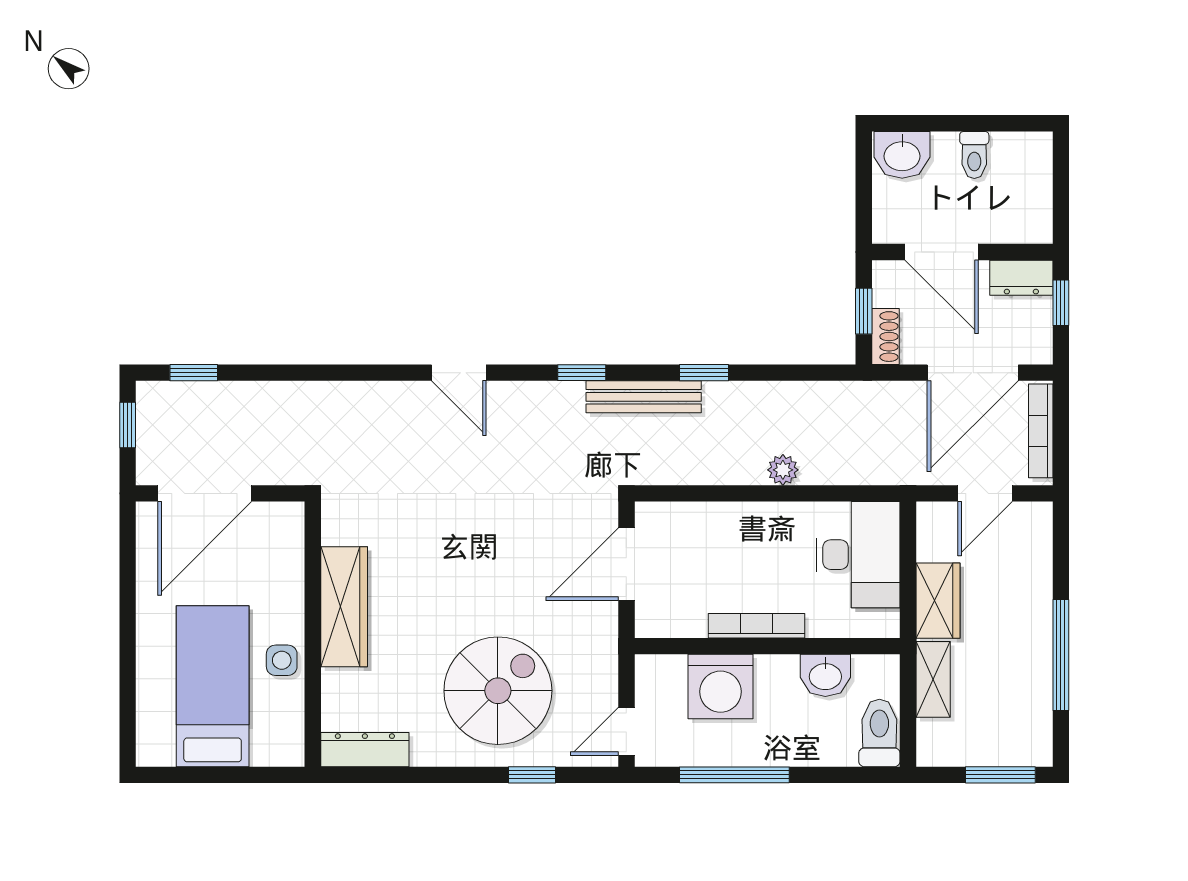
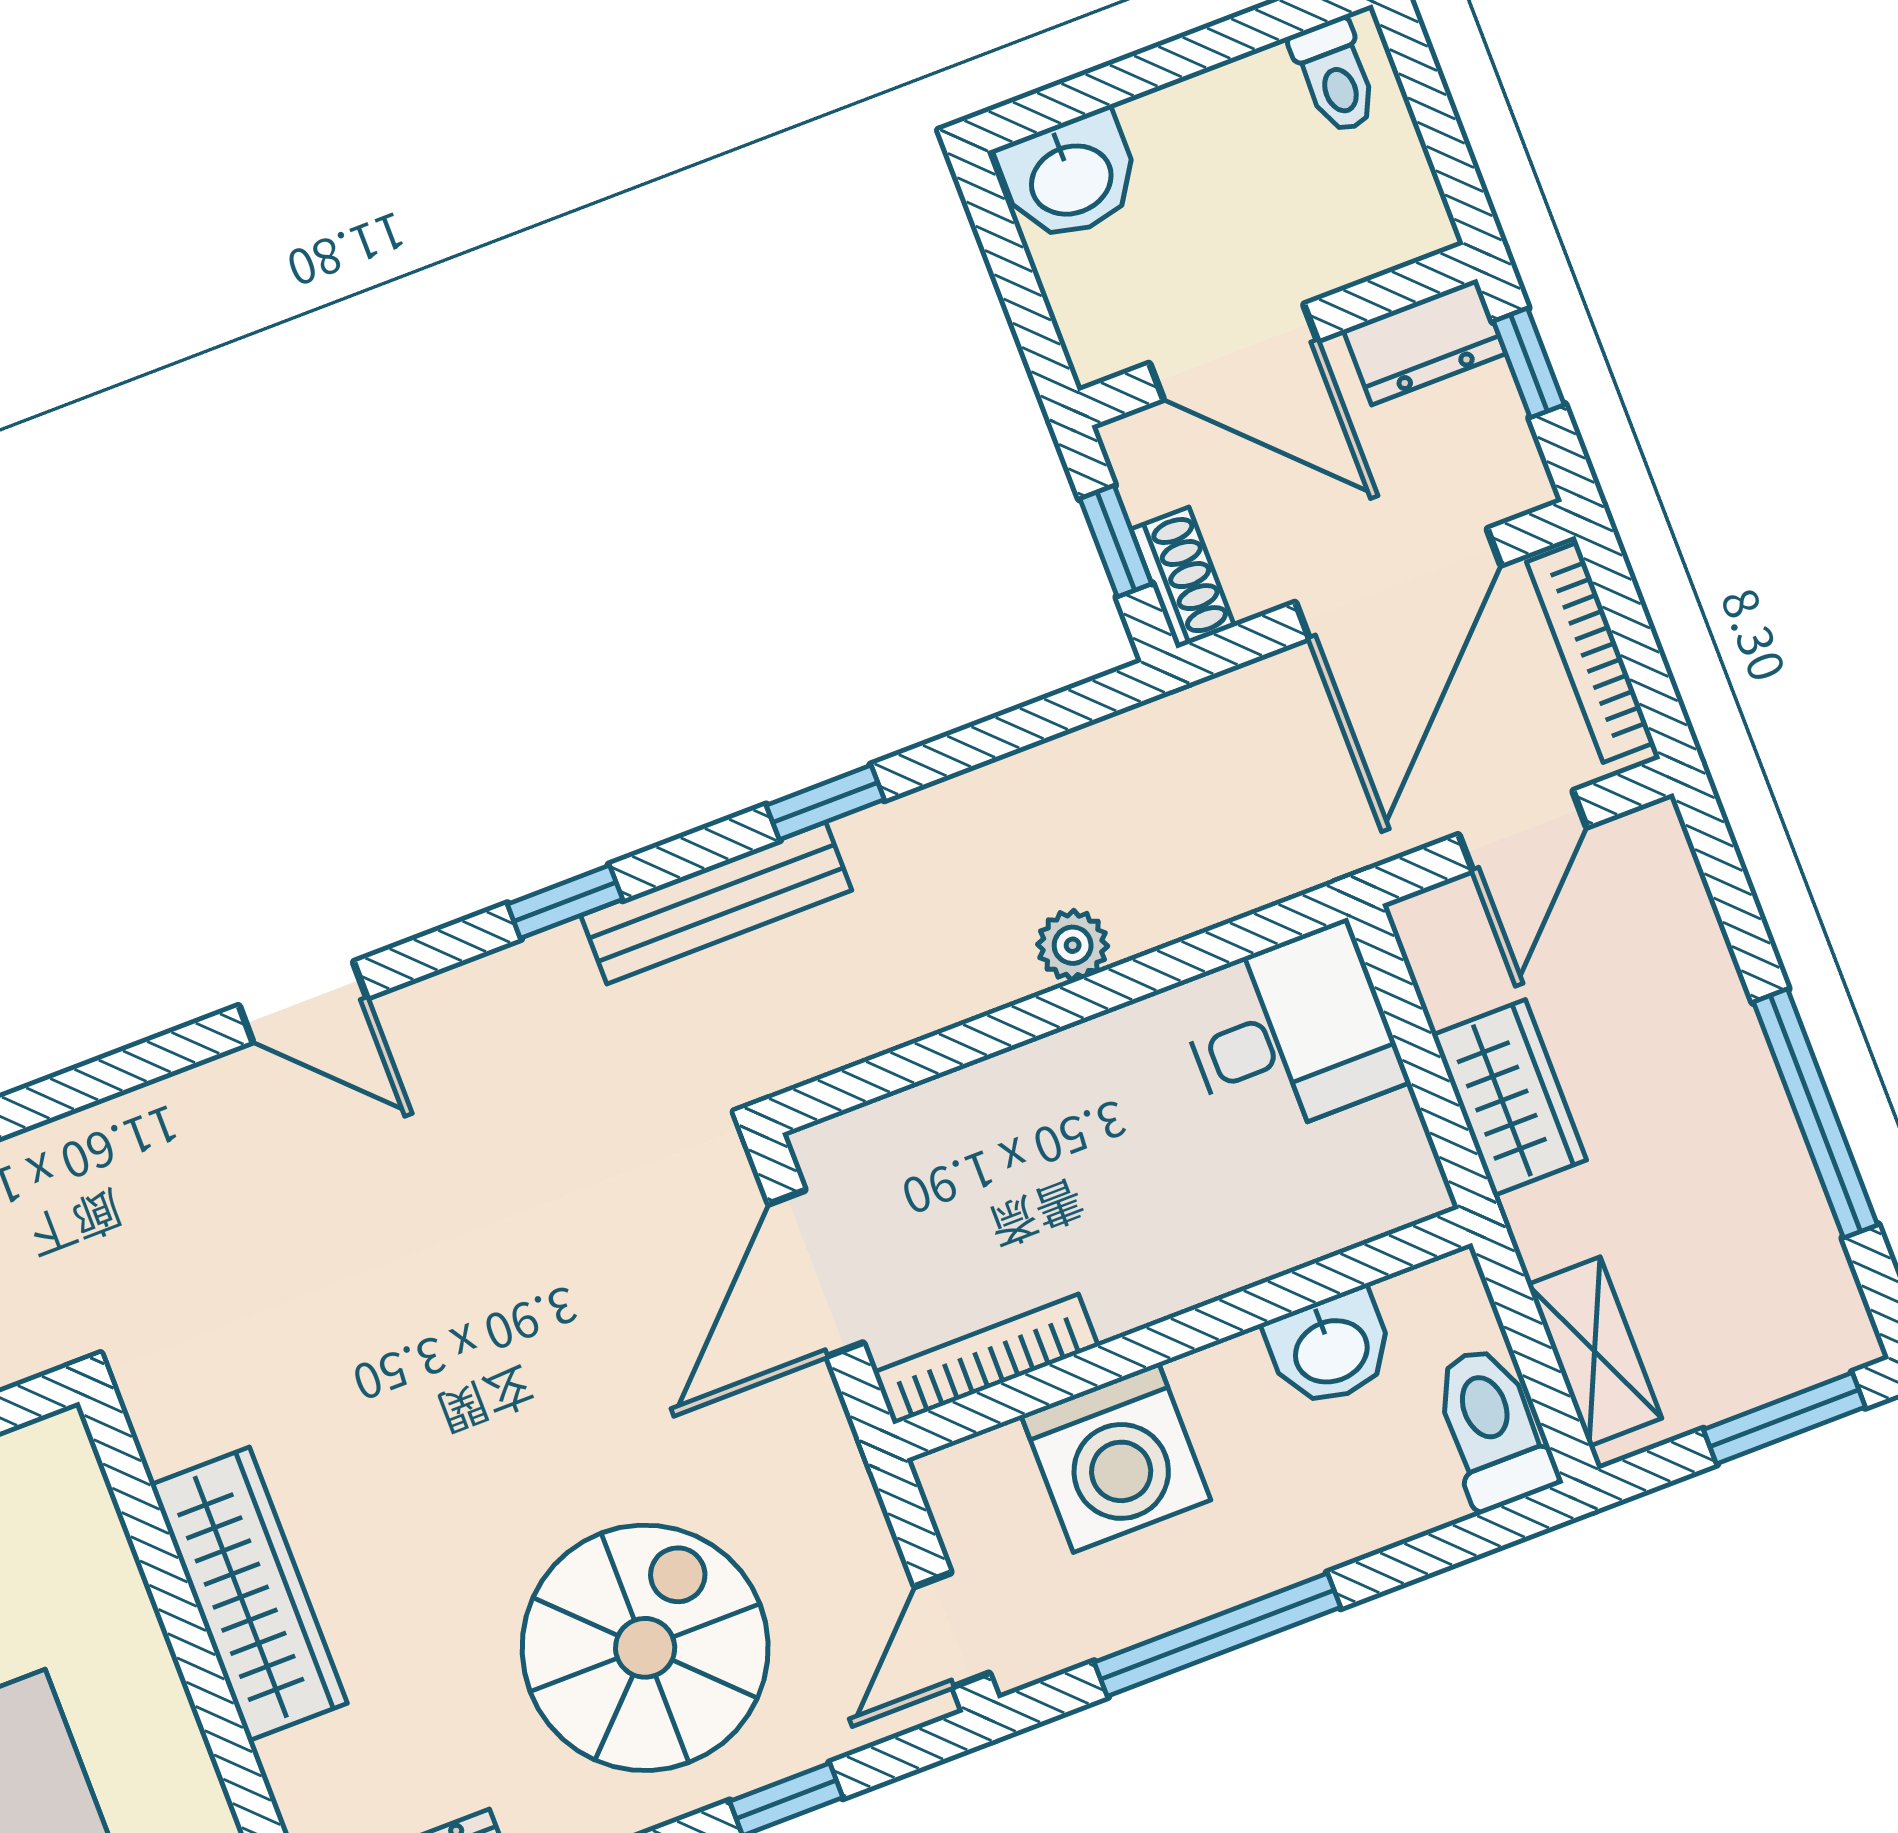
toilet: (974, 155) -> (1335, 76), moved
desk: (858, 555) -> (1290, 1034), width x0.73
bookcase: (757, 626) -> (986, 1359), moved
side table: (282, 660) -> (160, 1759), removed
shelving: (933, 679) -> (1595, 1351), moved

